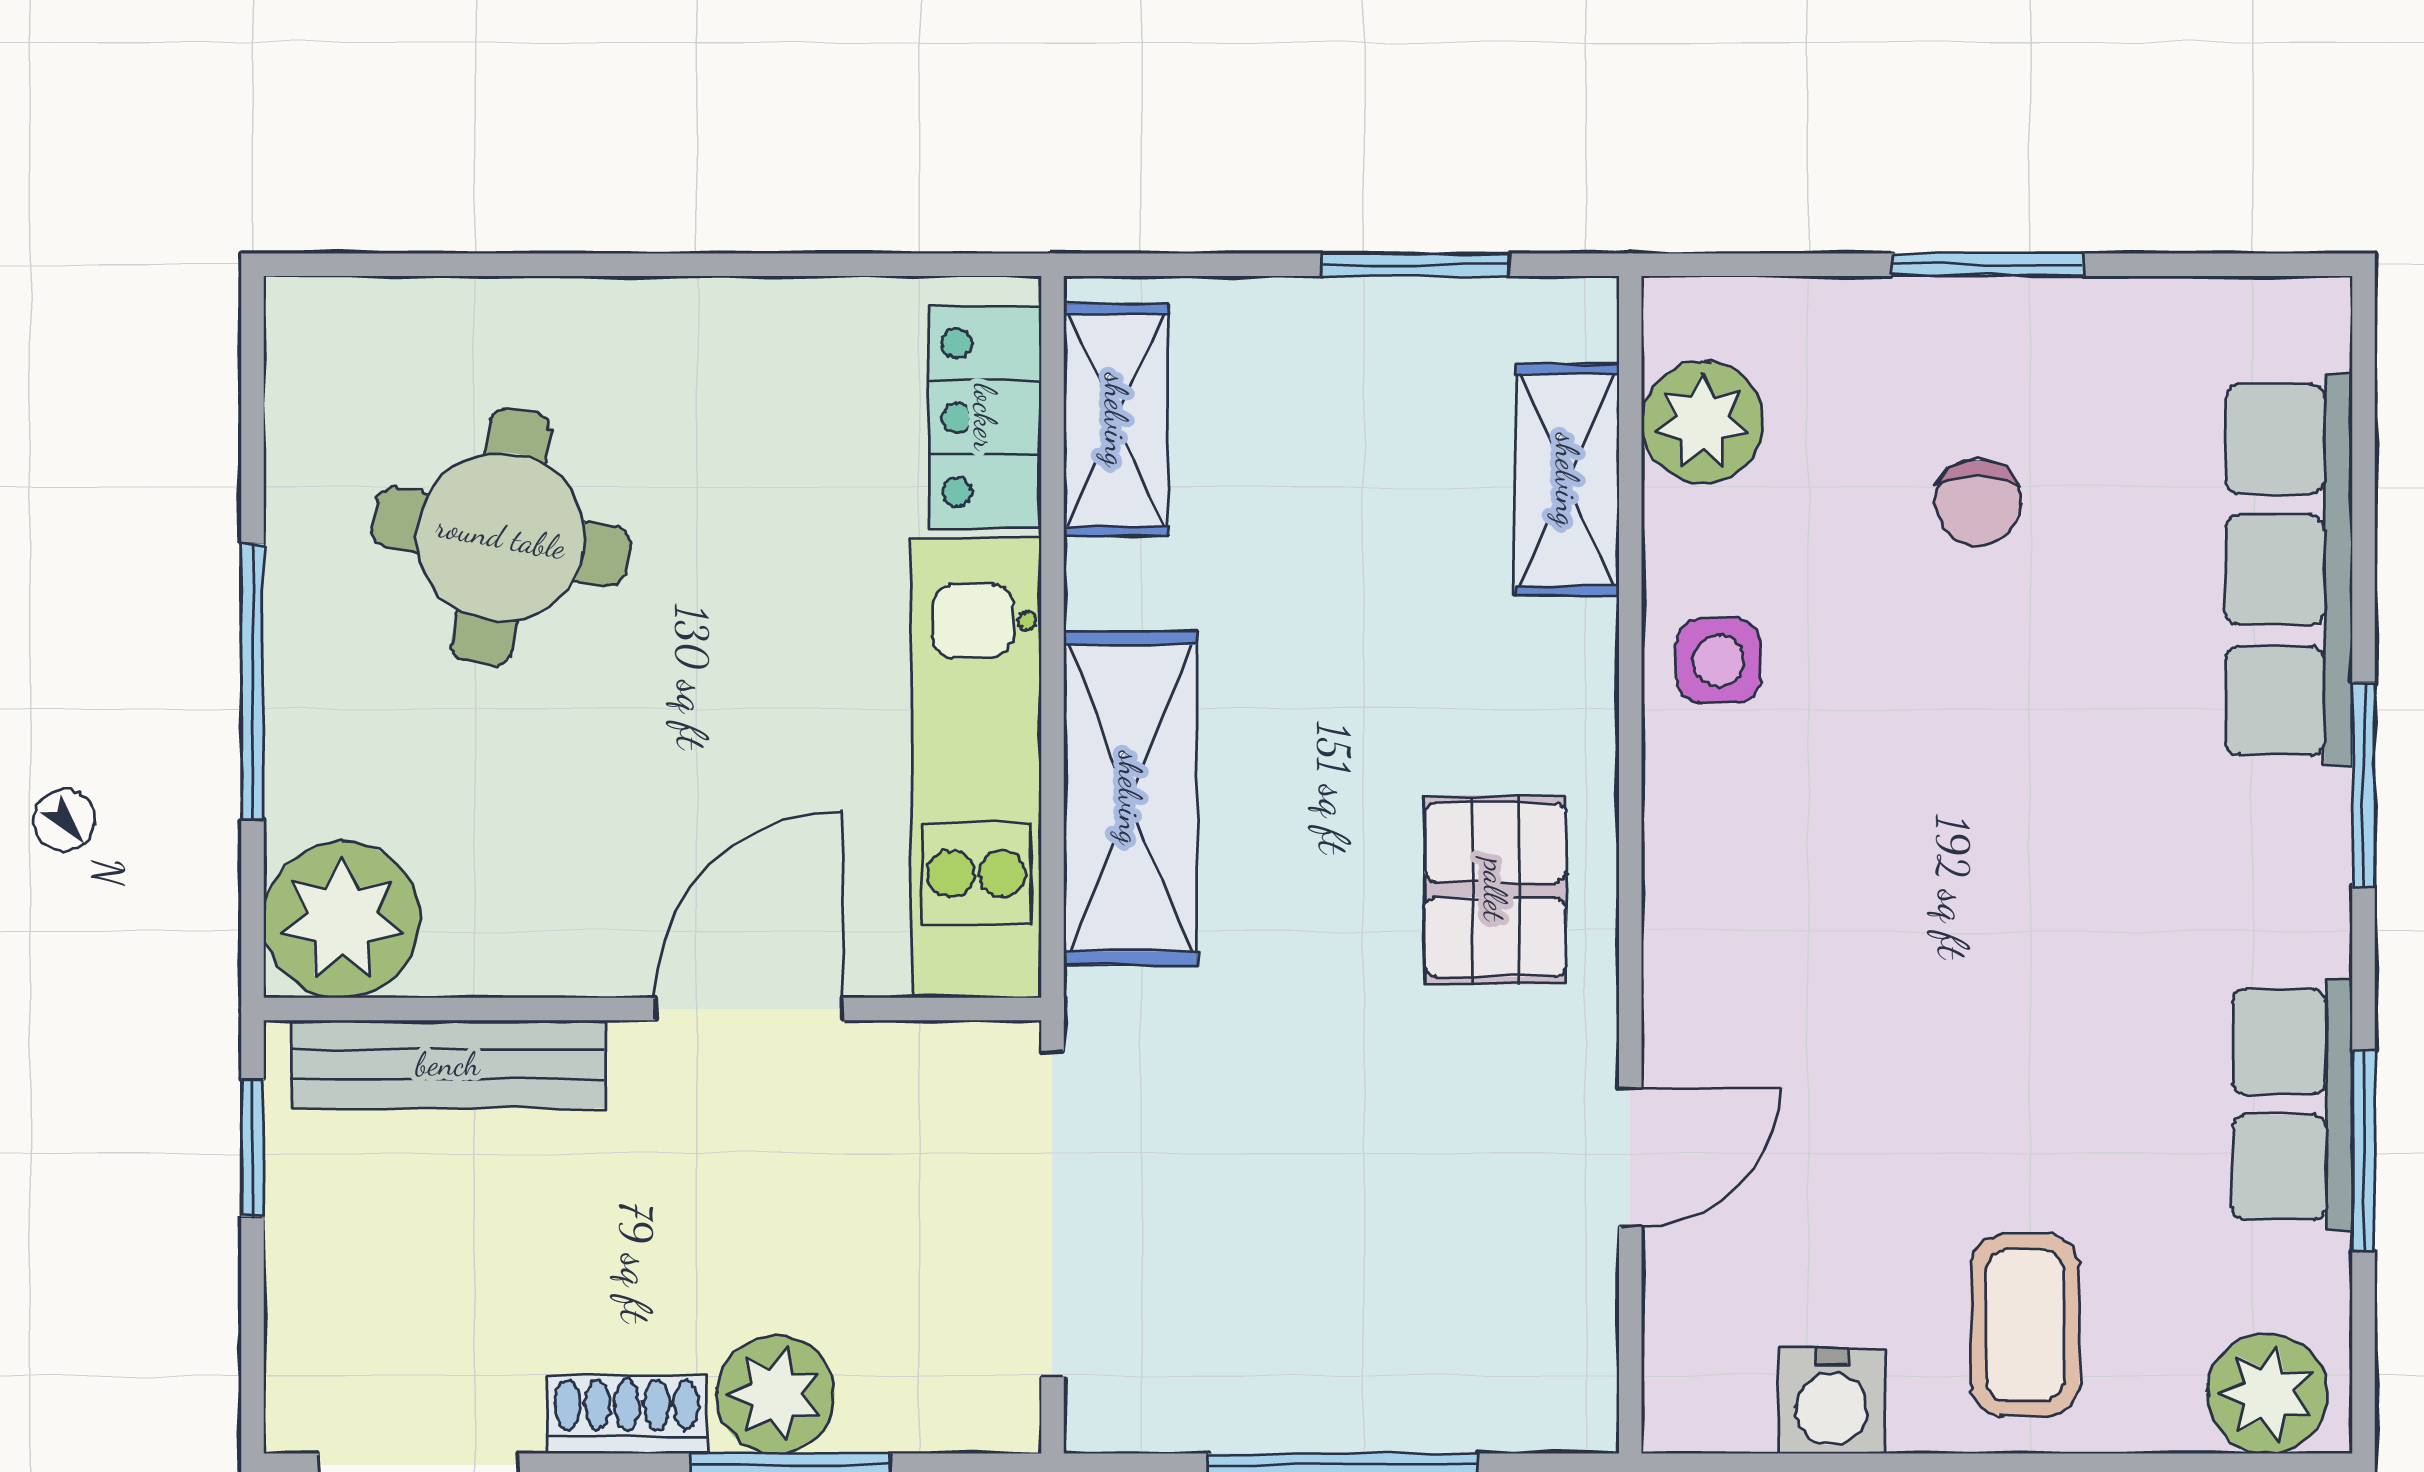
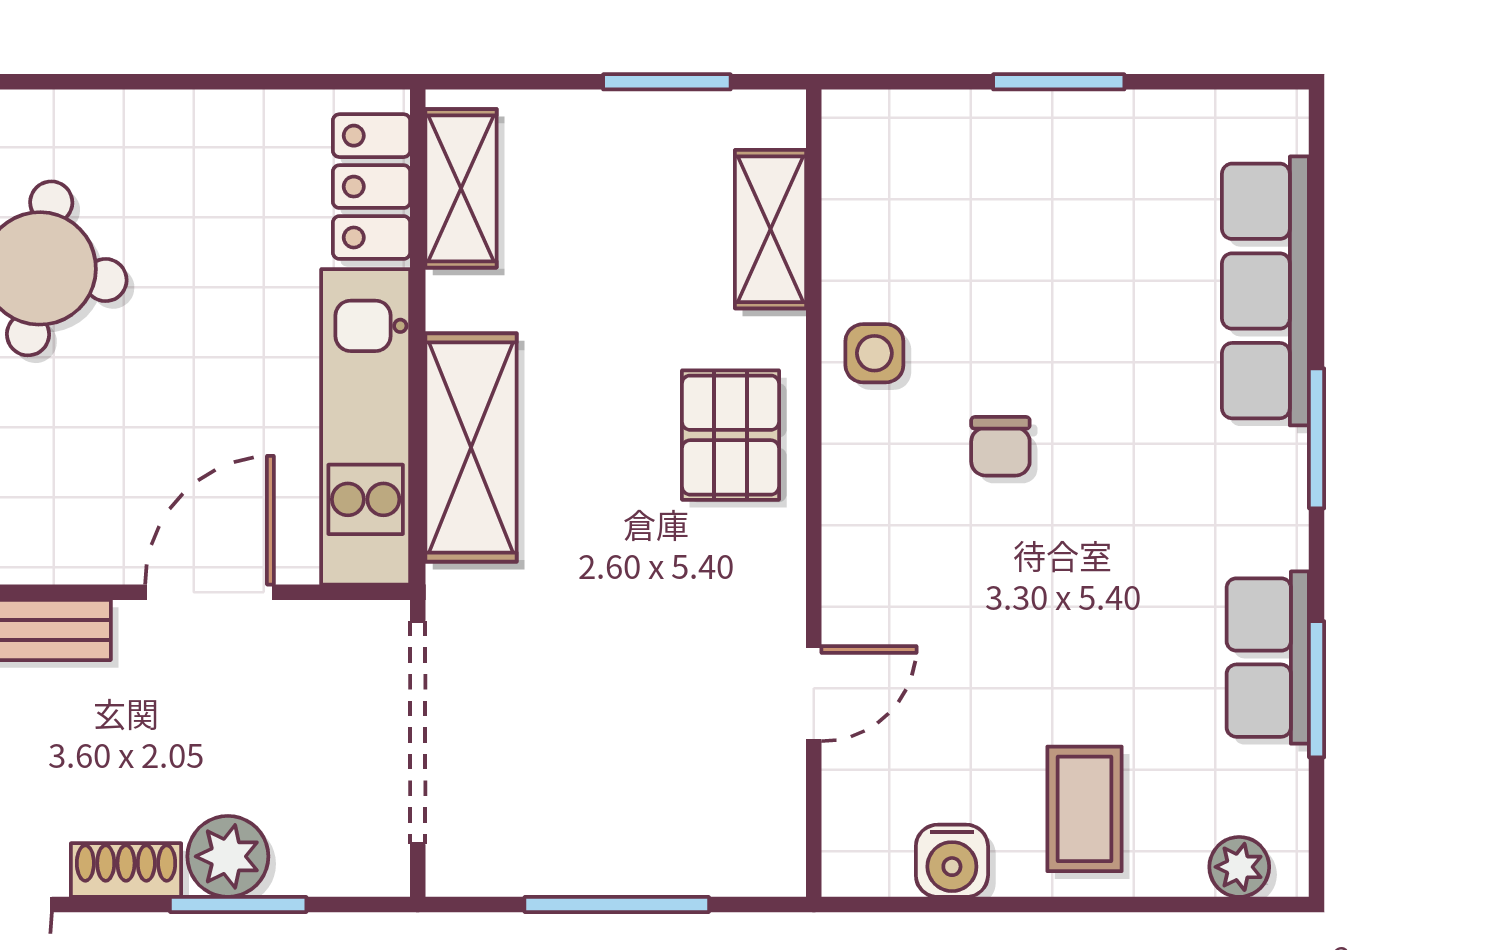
plant: (1702, 422) -> (863, 190), removed
chair: (1978, 503) -> (1000, 446), moved
pallet: (1495, 890) -> (730, 435), moved
plant: (2267, 1393) -> (1239, 867), width x0.73, depth x0.73

